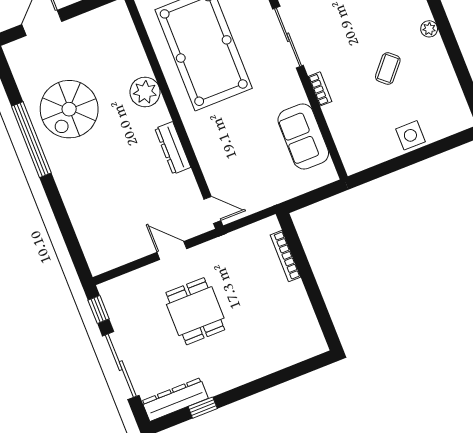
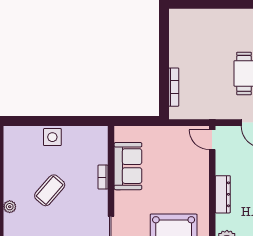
coffee table: (388, 68) -> (50, 190), width x1.36, depth x1.30
bookcase: (320, 89) -> (103, 177), moved

